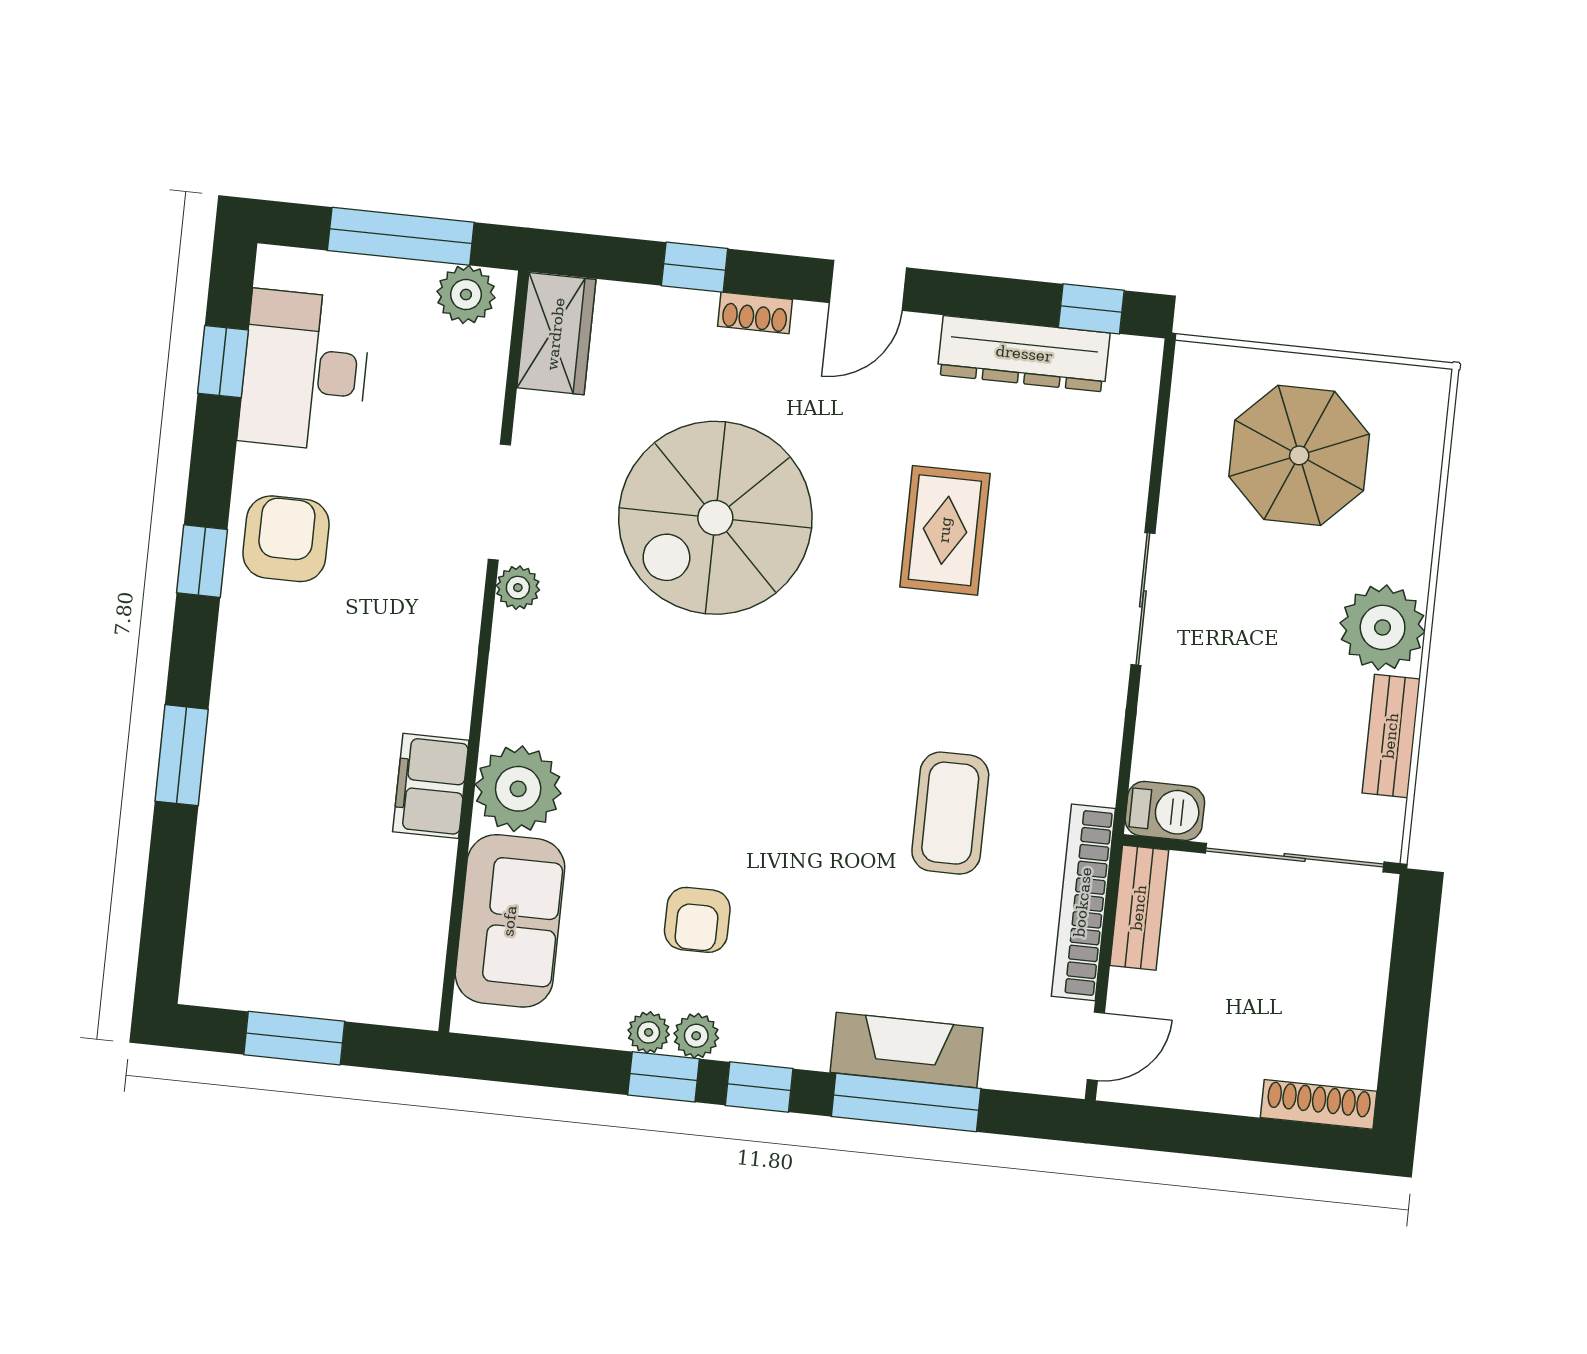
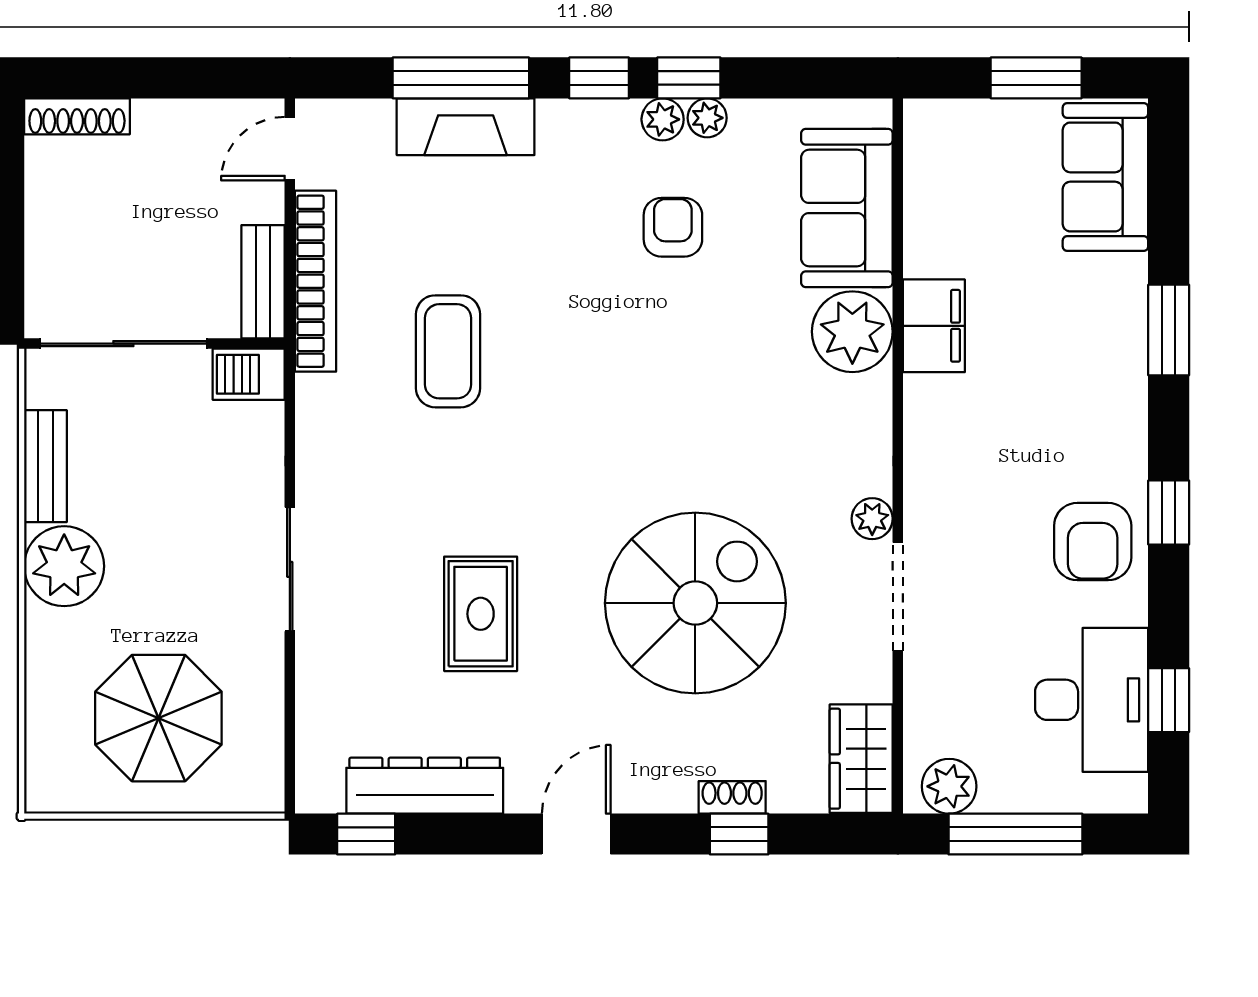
shoe rack: (755, 313) -> (732, 797), moved
sofa: (232, 925) -> (1105, 177), added

